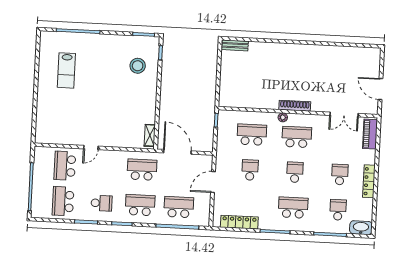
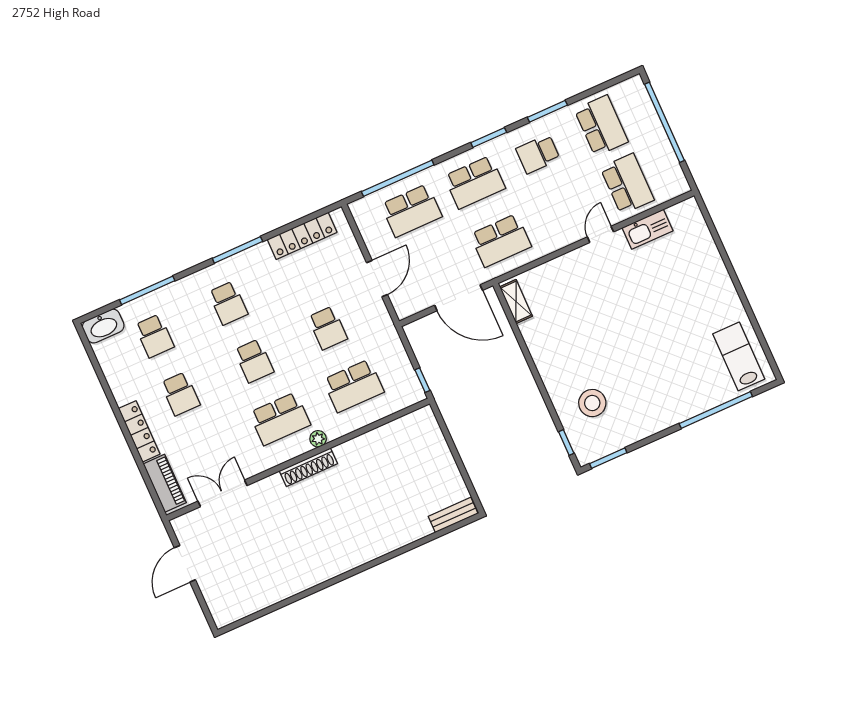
lab bench: (66, 70) -> (739, 356), moved
door: (380, 89) -> (185, 564), swing flipped
kitchen sink: (66, 138) -> (648, 229), added
locker: (369, 181) -> (139, 431), moved
school desk: (293, 208) -> (228, 303), width x0.54

